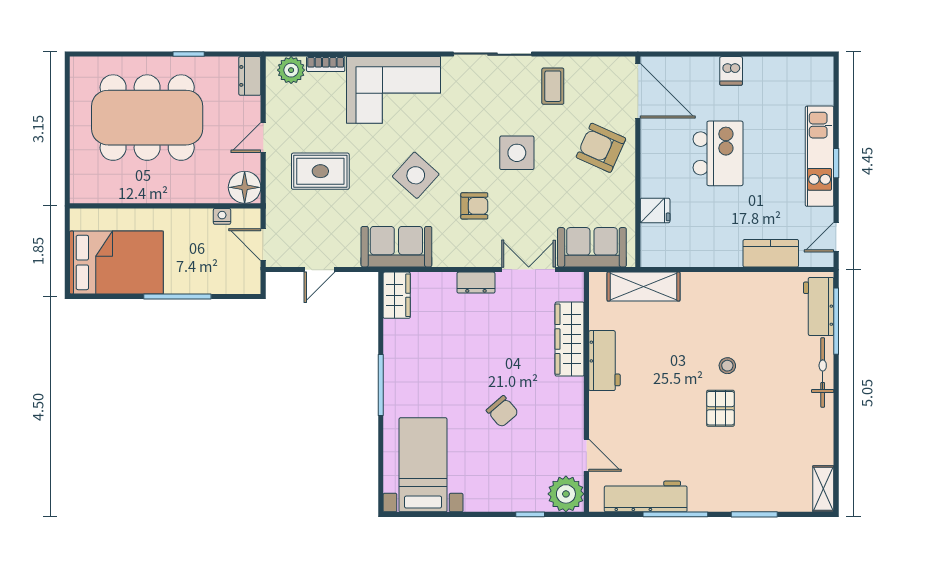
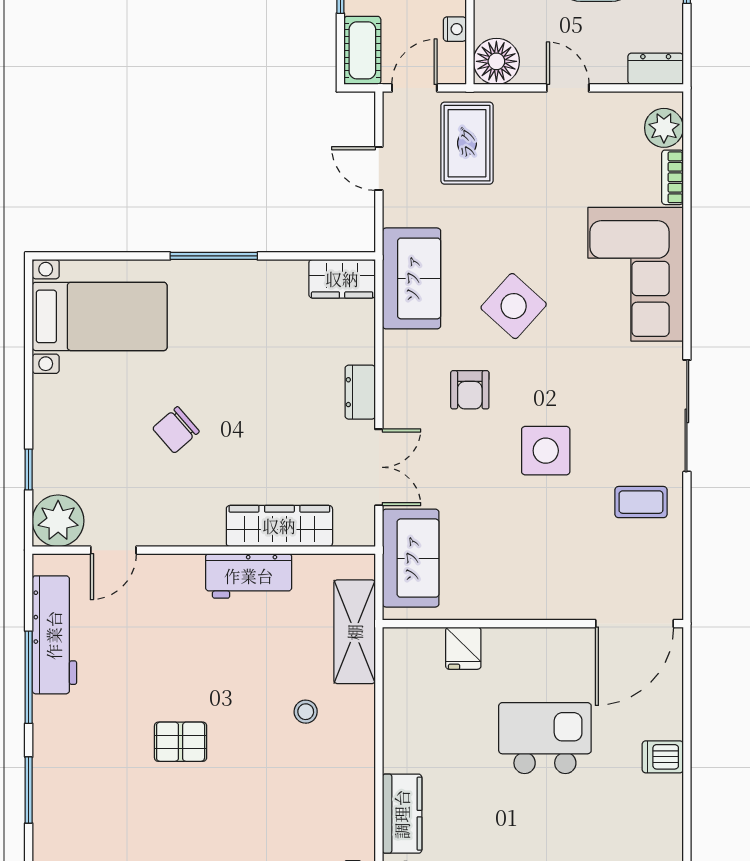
armchair: (601, 148) -> (553, 571), removed
kitchen island: (718, 153) -> (545, 738), turned 180
rug: (320, 171) -> (467, 143), moved
cot: (237, 281) -> (362, 50), added
stool: (727, 366) -> (306, 712), moved

